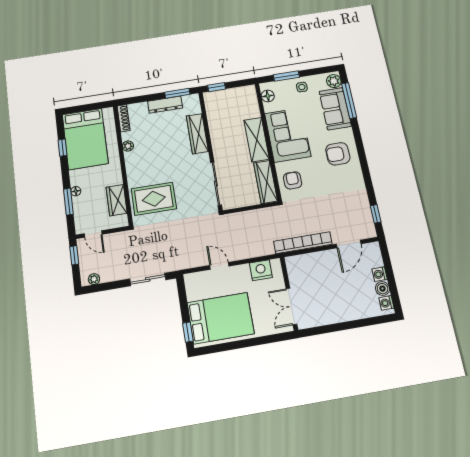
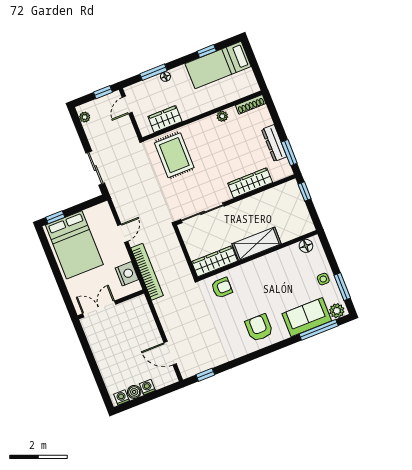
window: (286, 76) -> (342, 287), moved
corner sofa: (288, 135) -> (268, 274), removed
bed: (85, 139) -> (218, 65), width x0.67
bookcase: (303, 243) -> (147, 272), moved

